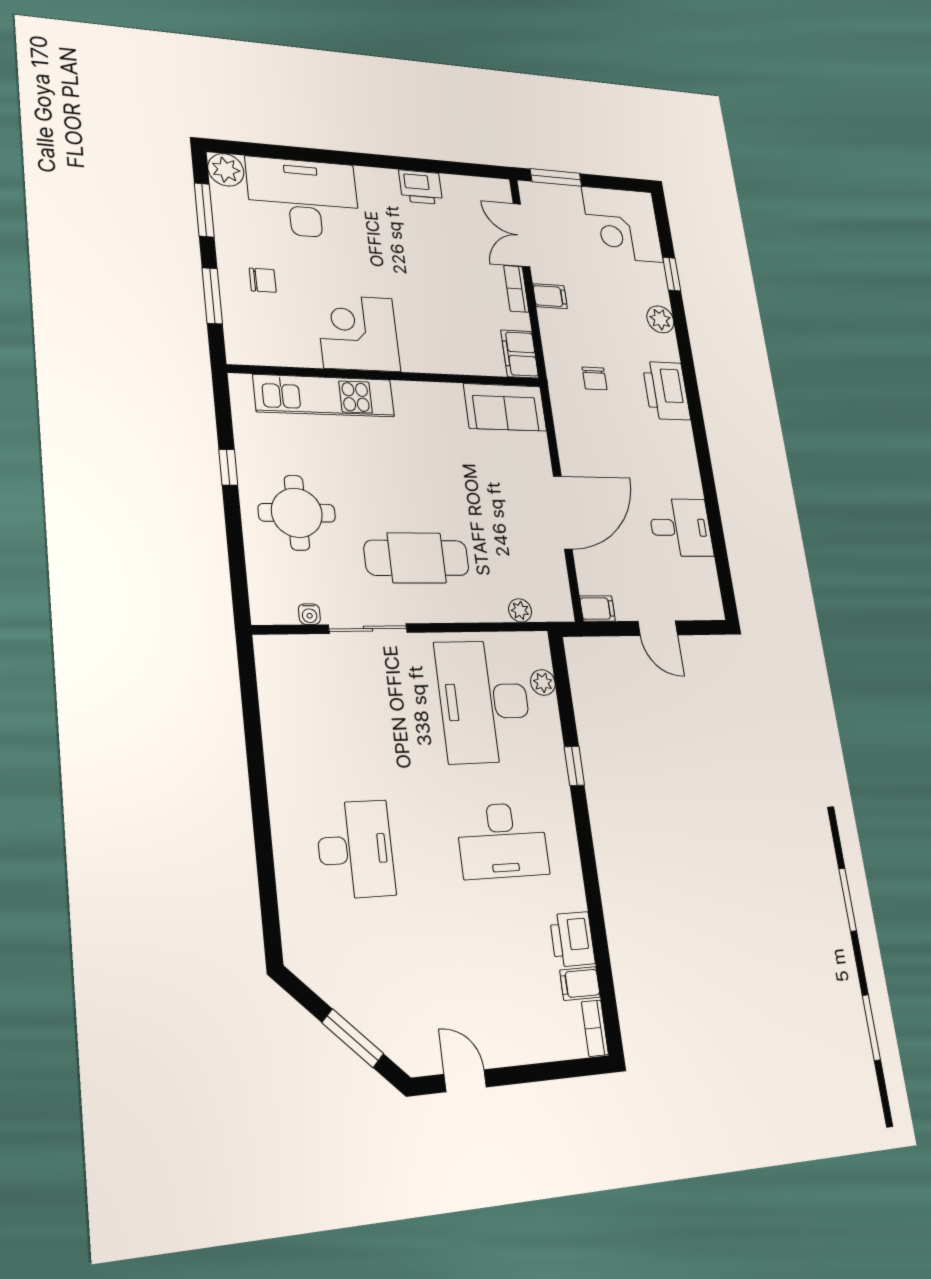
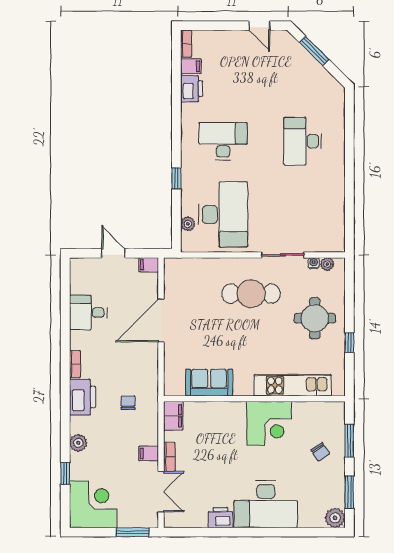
desk: (303, 198) -> (266, 504), moved
chair: (263, 280) -> (320, 452), turned -123
sofa: (505, 407) -> (209, 383), moved
bookcase: (687, 444) -> (75, 364), added
plant: (520, 610) -> (327, 264), moved

